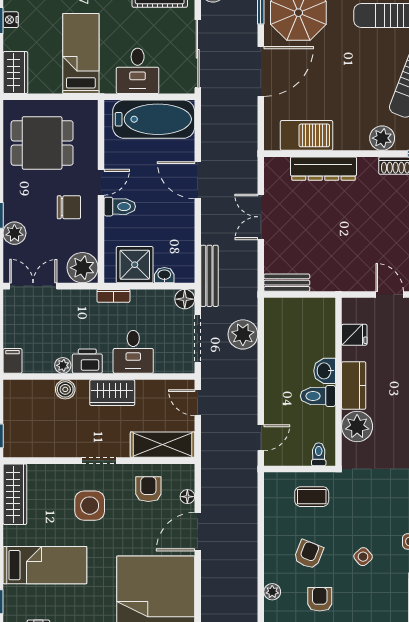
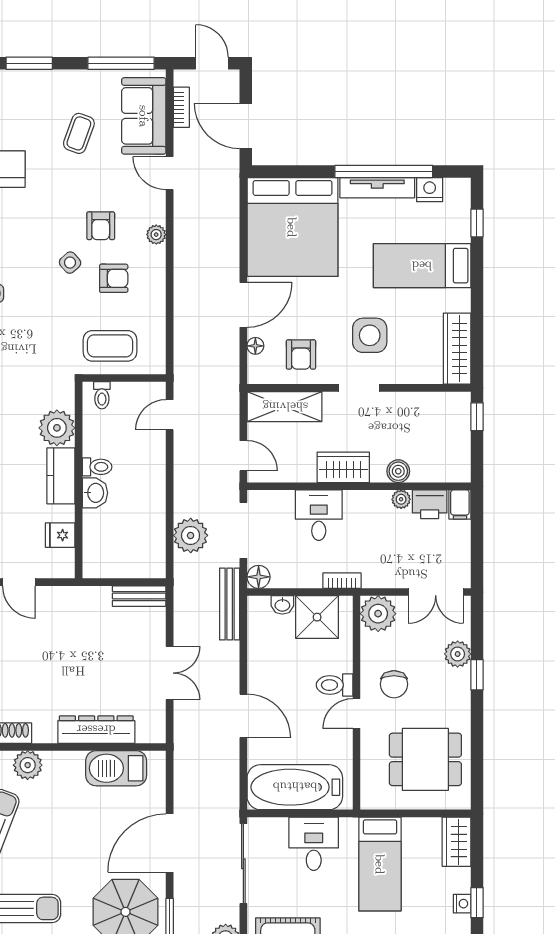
chair: (69, 207) -> (394, 684), turned -90
printer: (87, 361) -> (430, 504), moved
toilet: (318, 396) -> (97, 467), width x0.73, depth x0.72
coffee table: (312, 497) -> (110, 346), width x1.36, depth x1.30
armchair: (309, 554) -> (114, 278), turned -112
side table: (363, 557) -> (70, 263), moved

